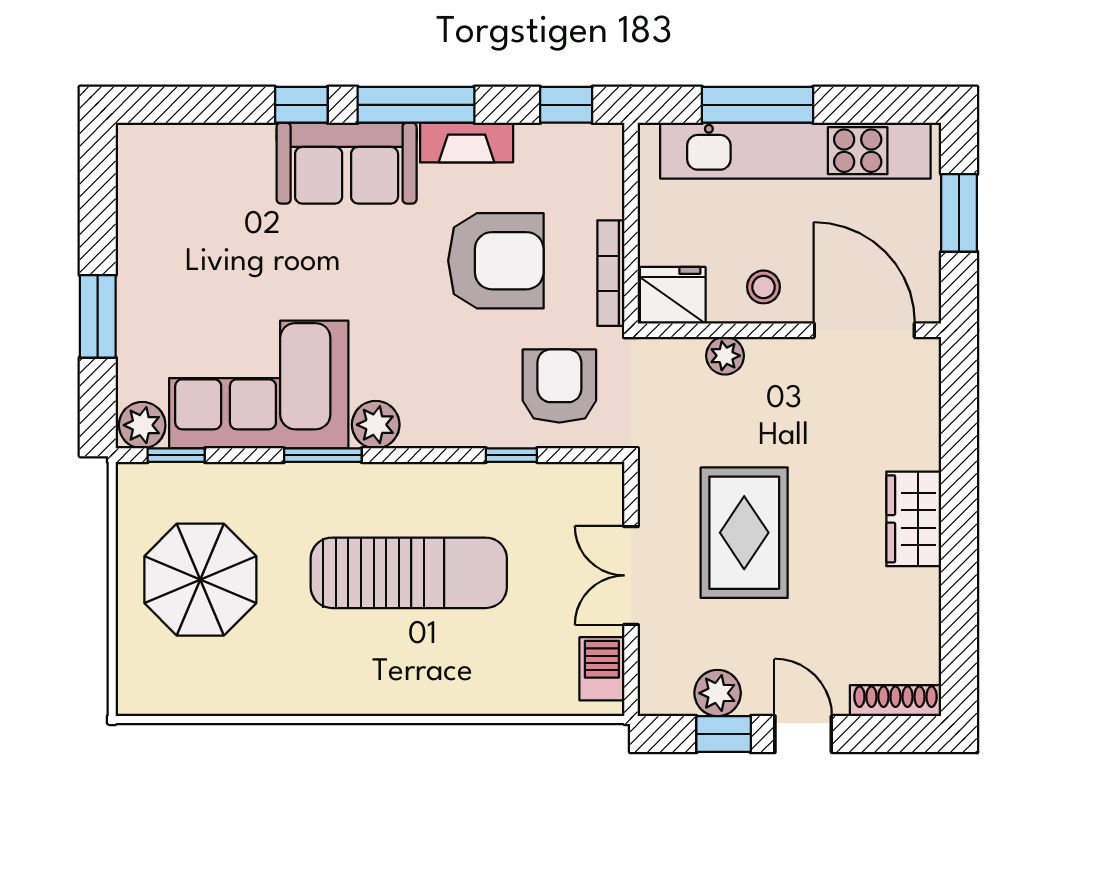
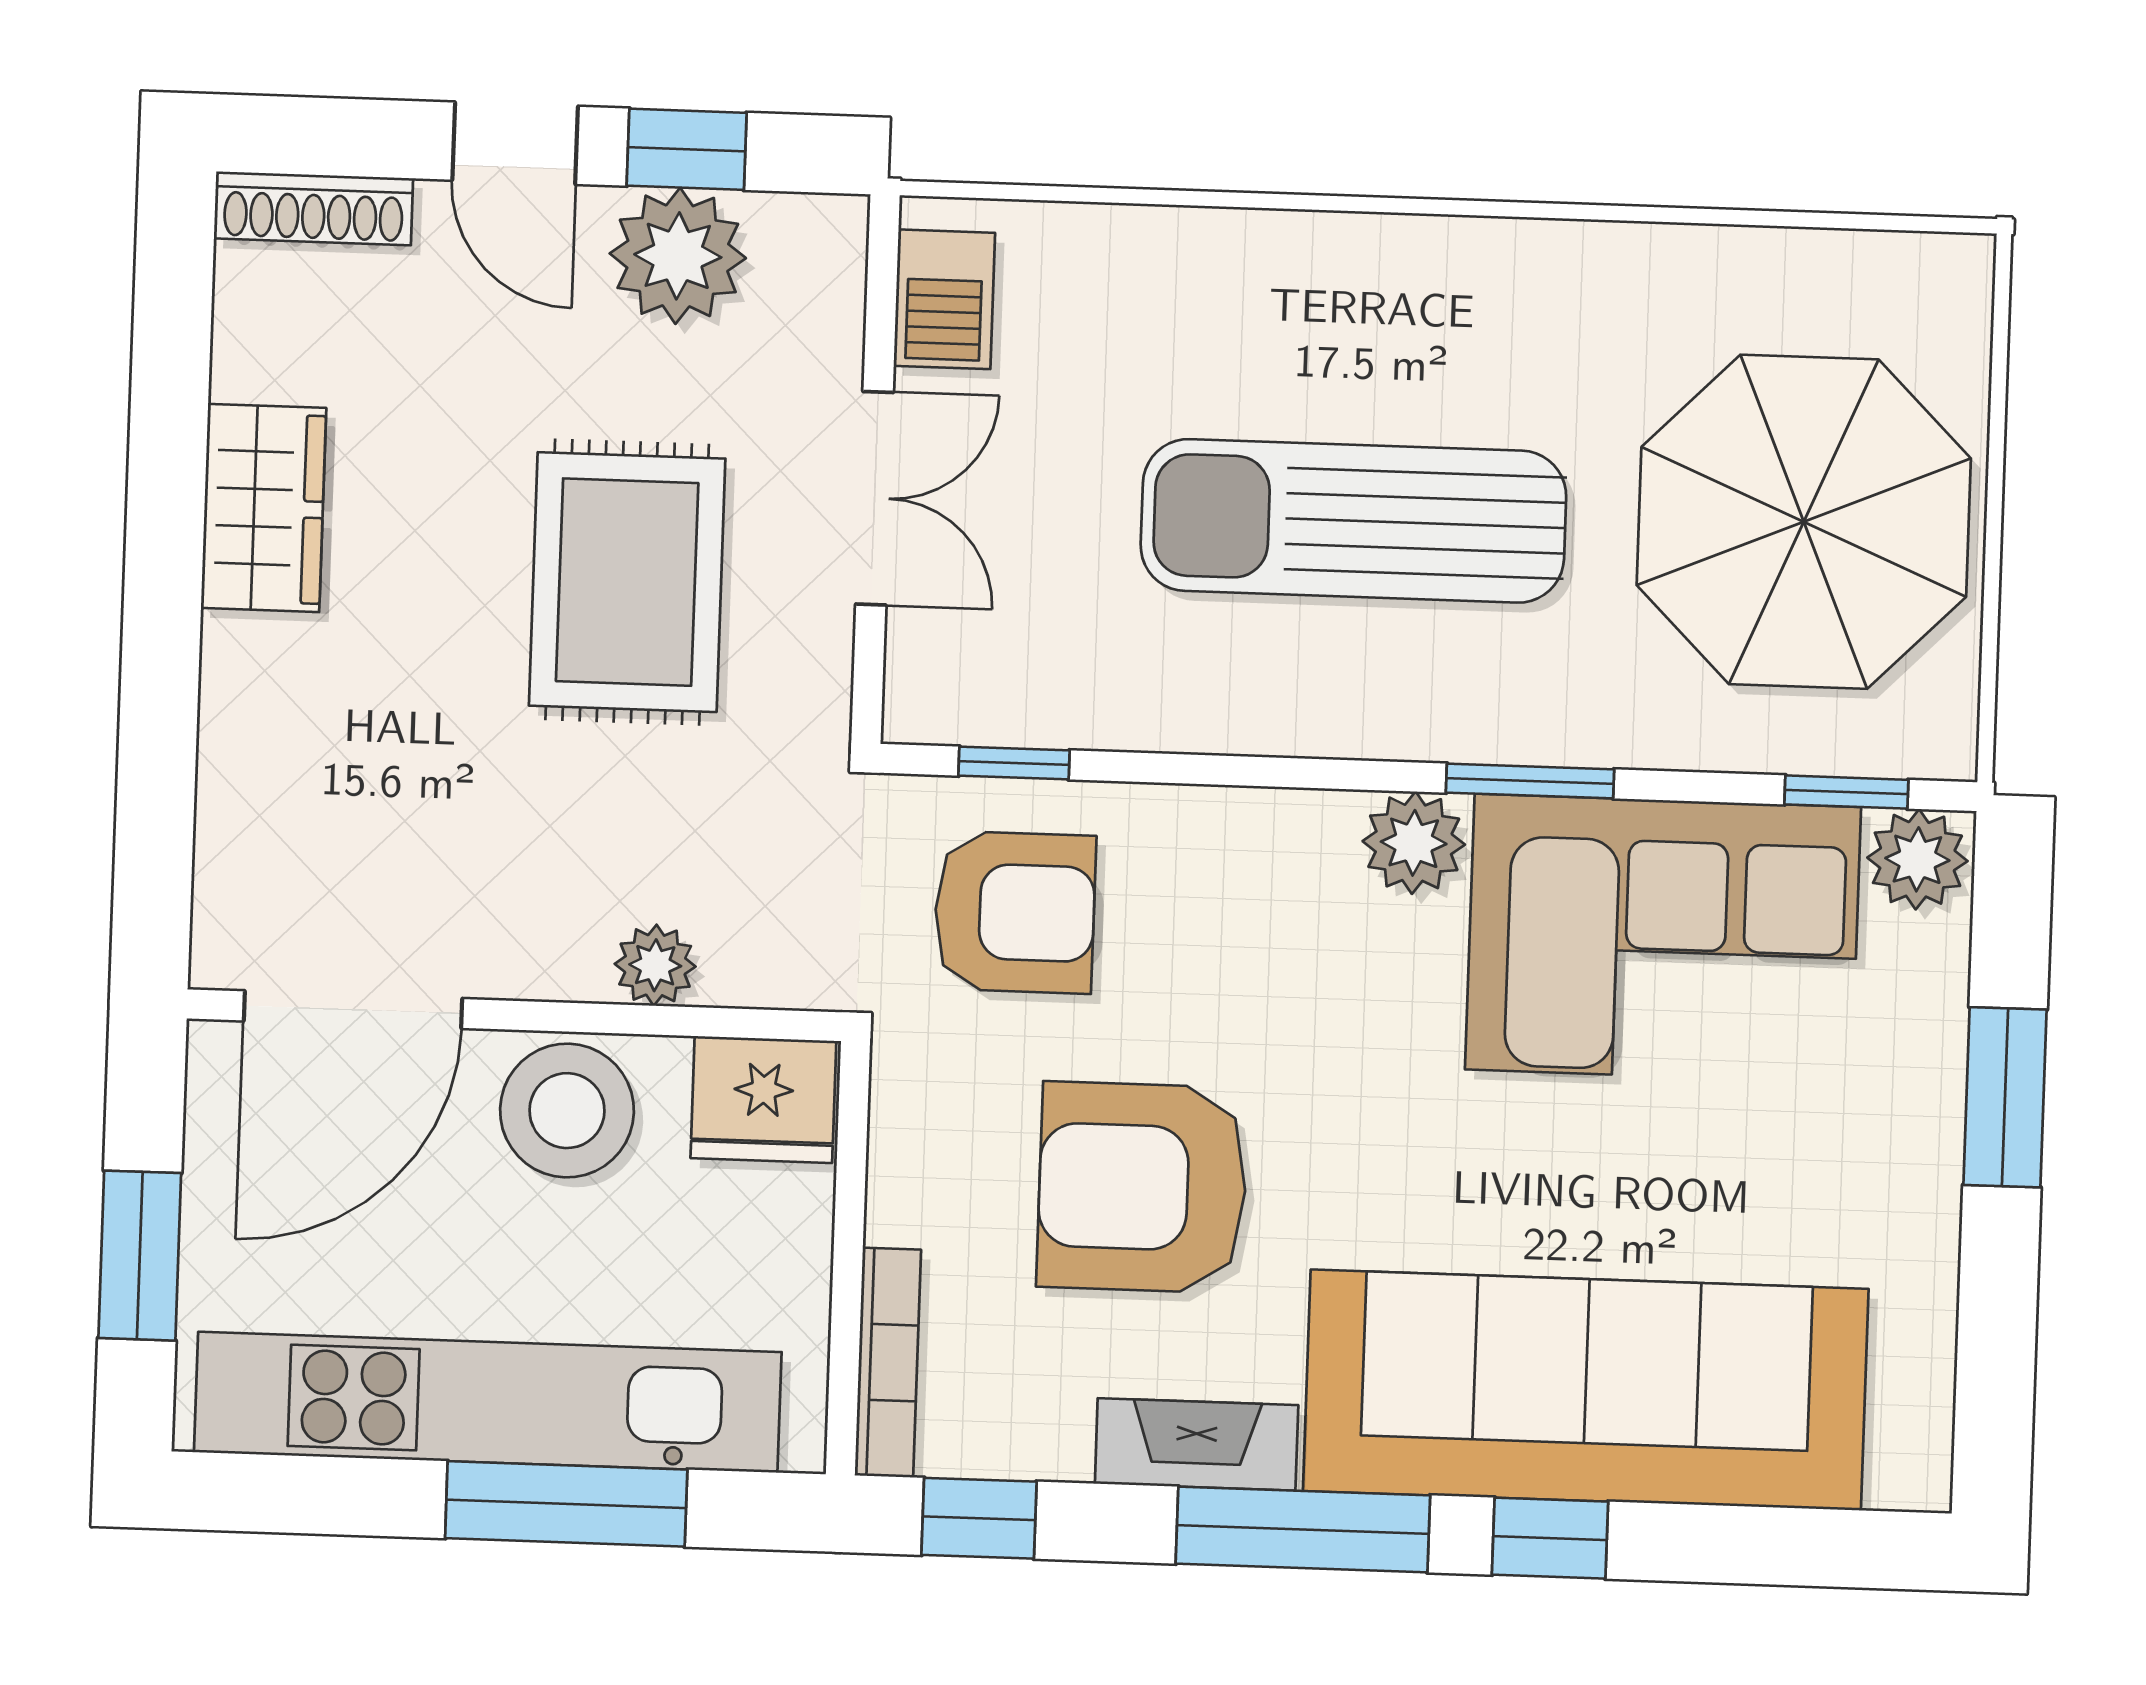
sofa: (347, 163) -> (1586, 1390), width x1.85, depth x1.27
bookcase: (611, 273) -> (888, 1362), moved
stool: (764, 287) -> (567, 1111), width x1.89, depth x1.89
door: (864, 330) -> (353, 1010), hinge flipped
armchair: (559, 386) -> (1015, 912), turned -90
window: (511, 455) -> (1014, 763), moved
wardrobe: (914, 519) -> (264, 508), moved
parasol: (200, 580) -> (1804, 522), width x1.36, depth x1.36
plant: (718, 693) -> (678, 256), width x1.36, depth x1.36

